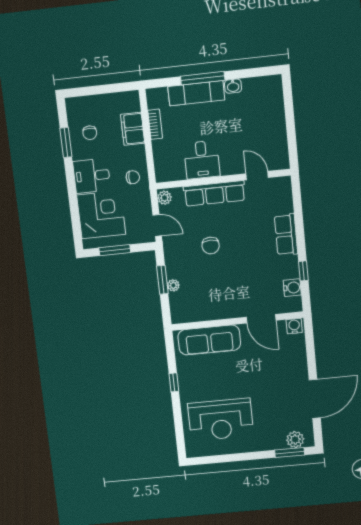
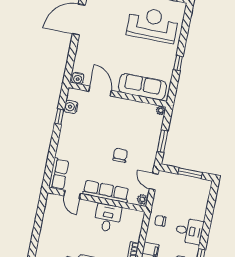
corner desk: (101, 215) -> (191, 201), removed
row of seats: (286, 235) -> (59, 174), moved
plant: (173, 285) -> (161, 110), moved

